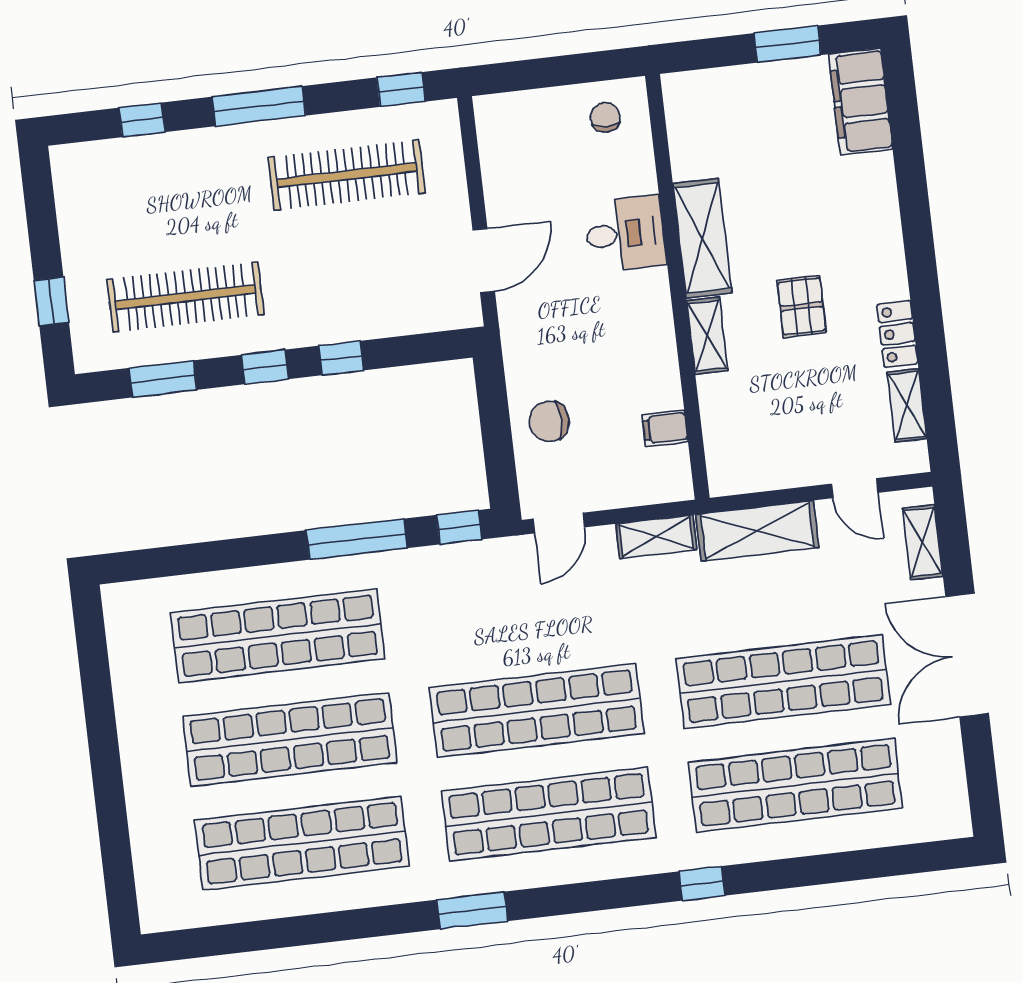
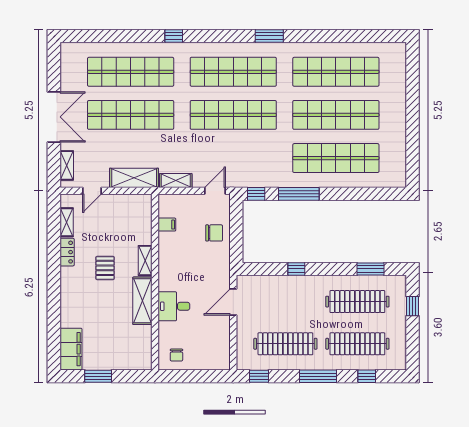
clothes rail: (173, 195) -> (357, 344), added
window: (265, 367) -> (328, 269), removed
door: (855, 488) -> (92, 191), swing flipped

